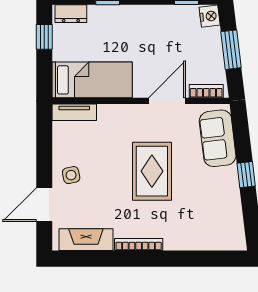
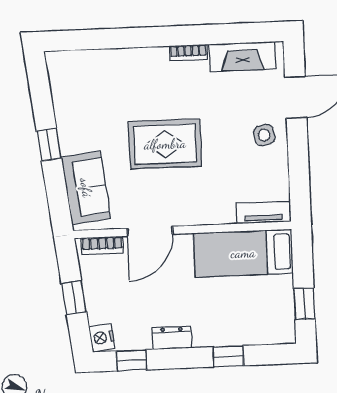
dresser: (71, 14) -> (172, 338), moved
window: (231, 50) -> (74, 298), width x0.67
rug: (152, 171) -> (165, 144), turned 90
bookcase: (139, 245) -> (188, 53), width x0.64

